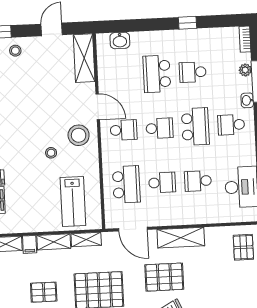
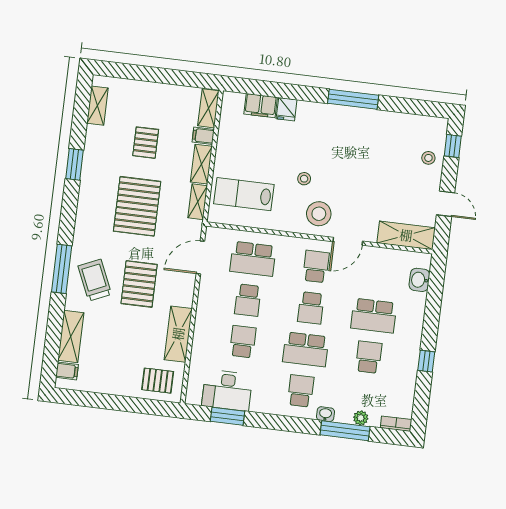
school desk: (157, 74) -> (374, 316), turned 180
school desk: (124, 130) -> (316, 266), turned 180
shelving: (181, 238) -> (178, 334), moved

